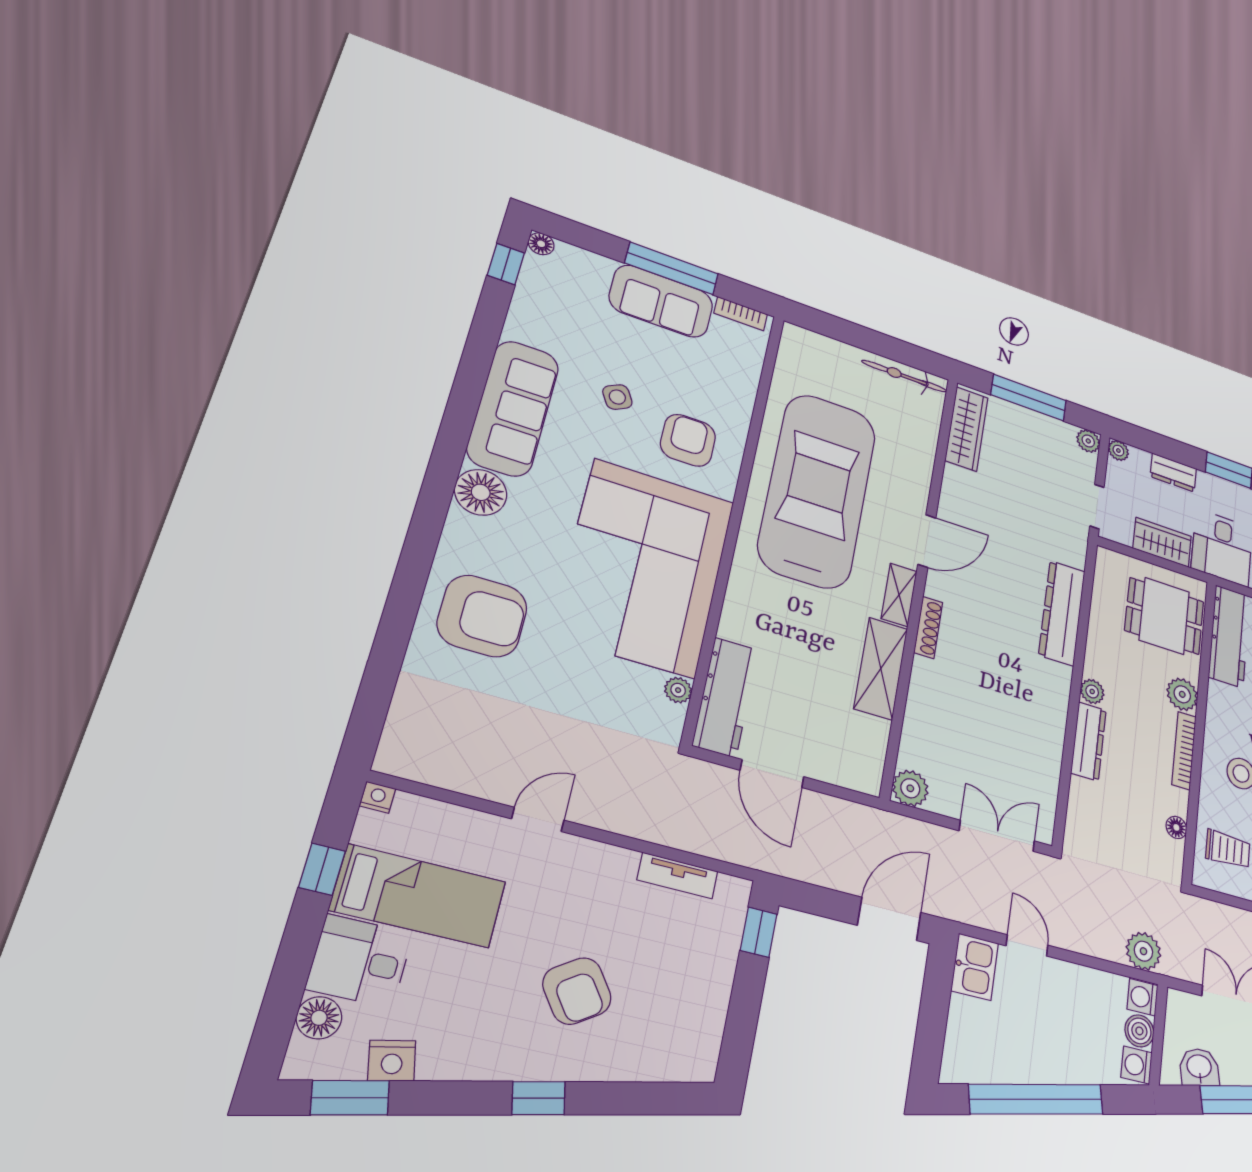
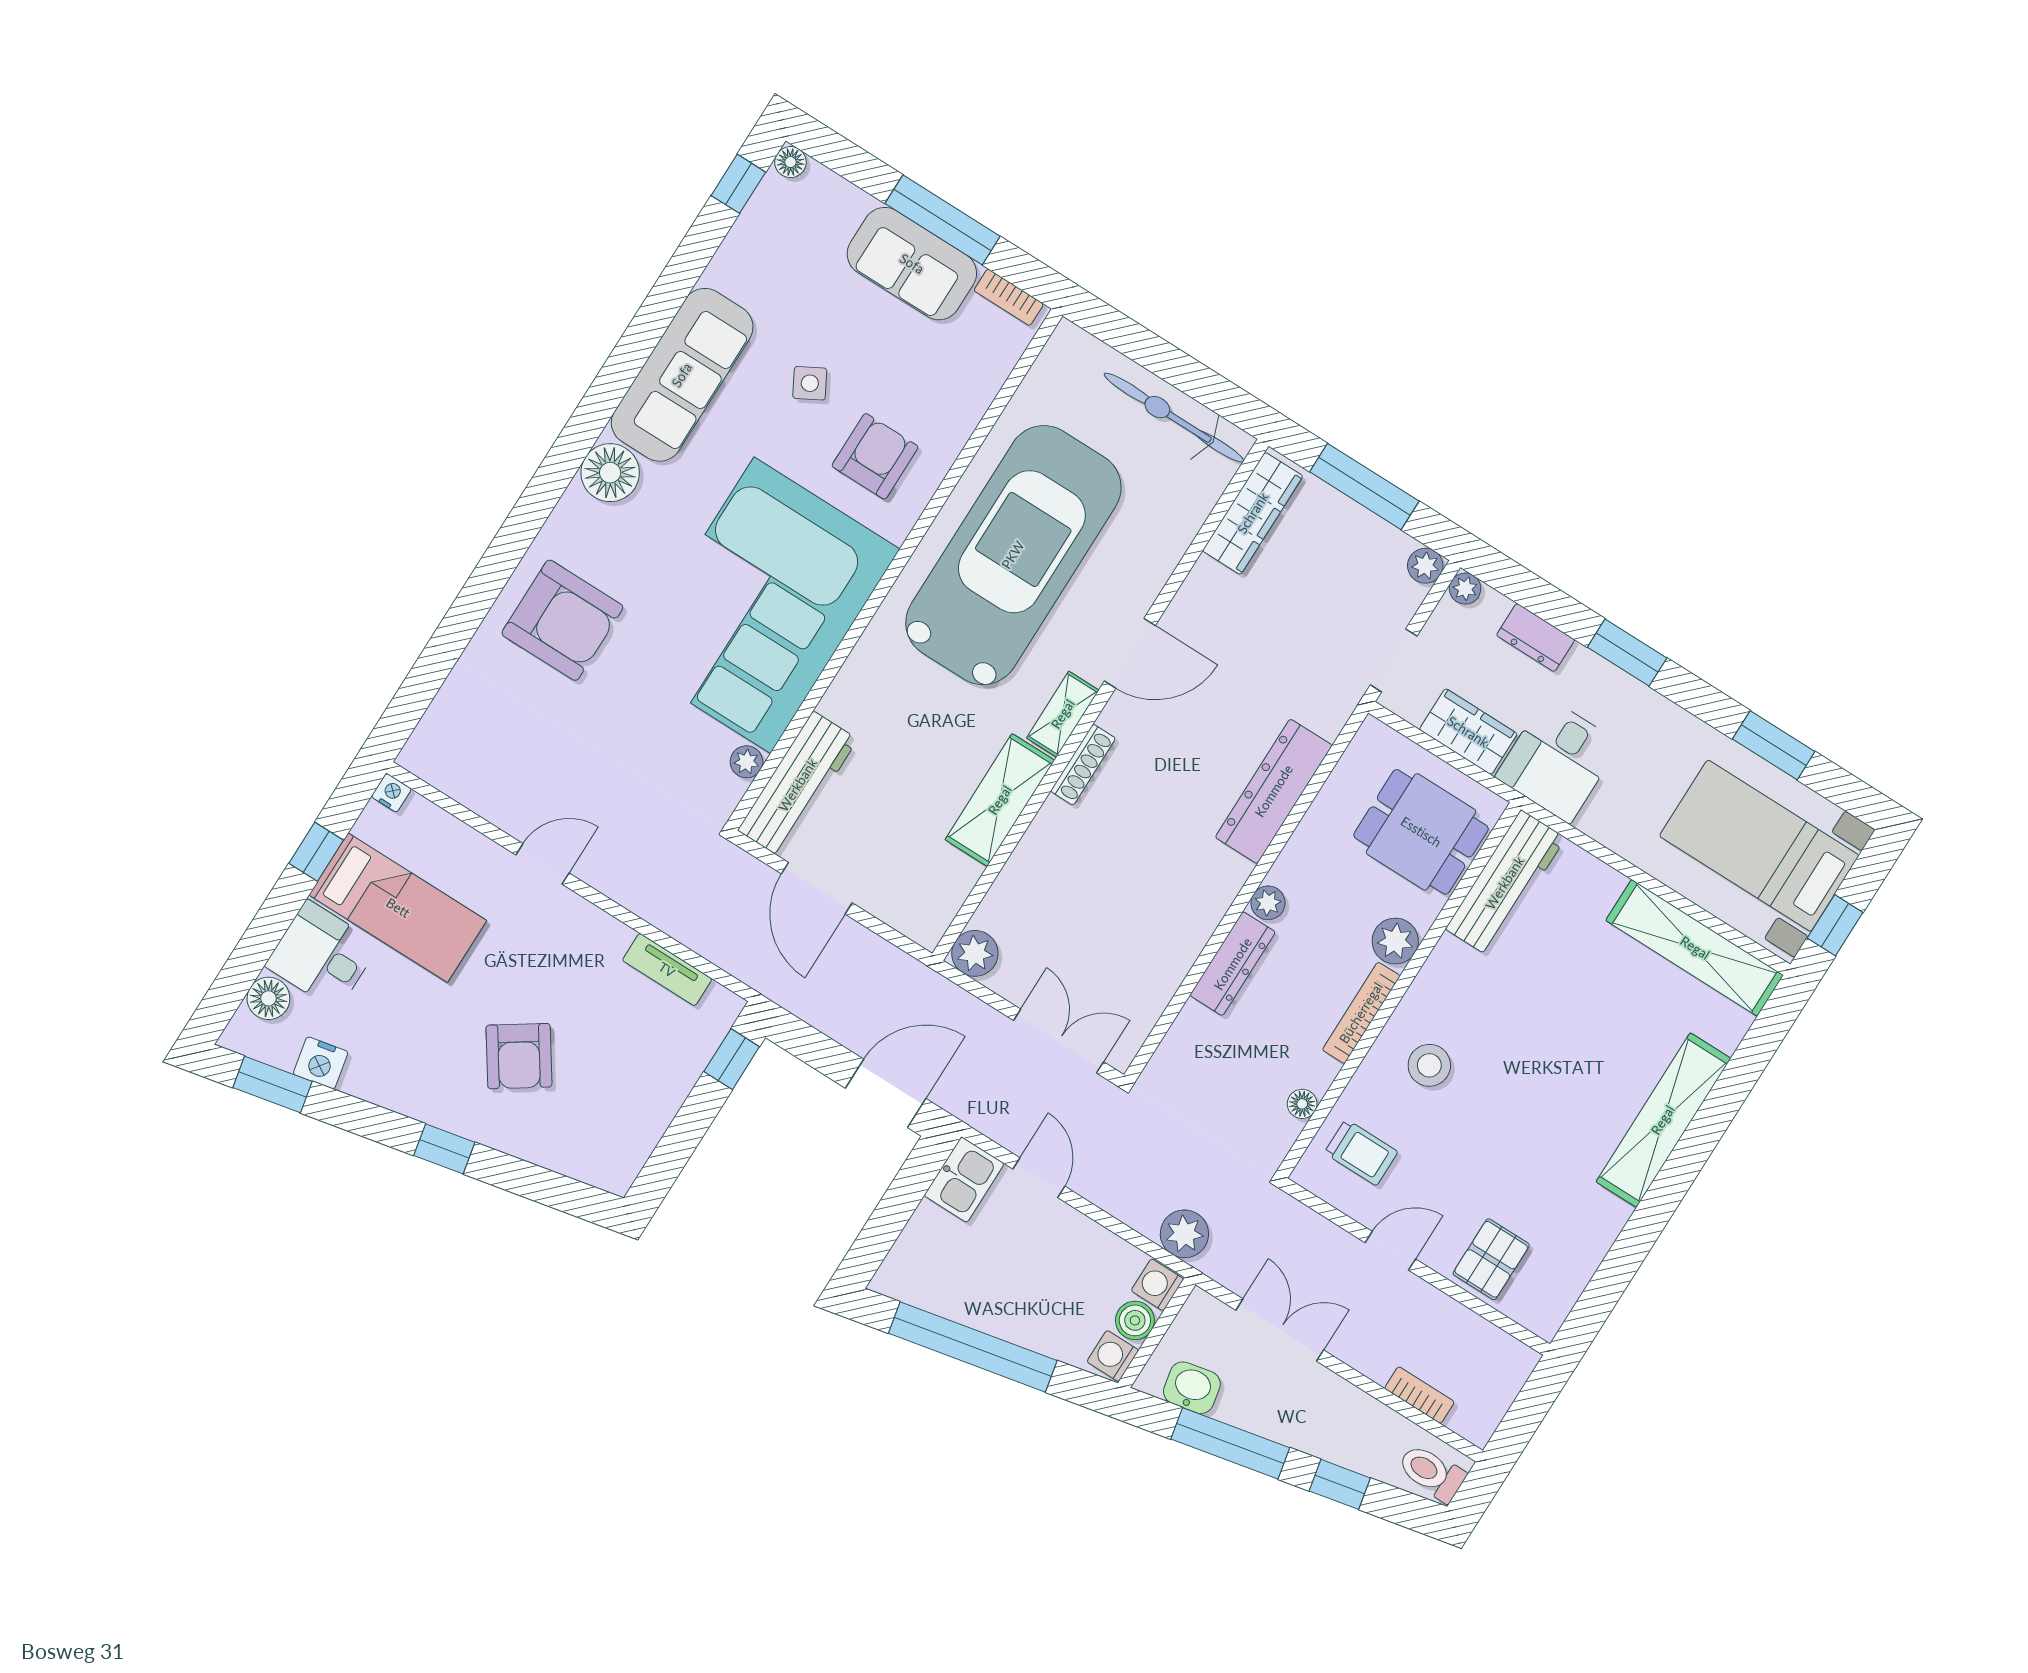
bicycle: (904, 376) -> (1174, 418), width x1.37, depth x1.40

